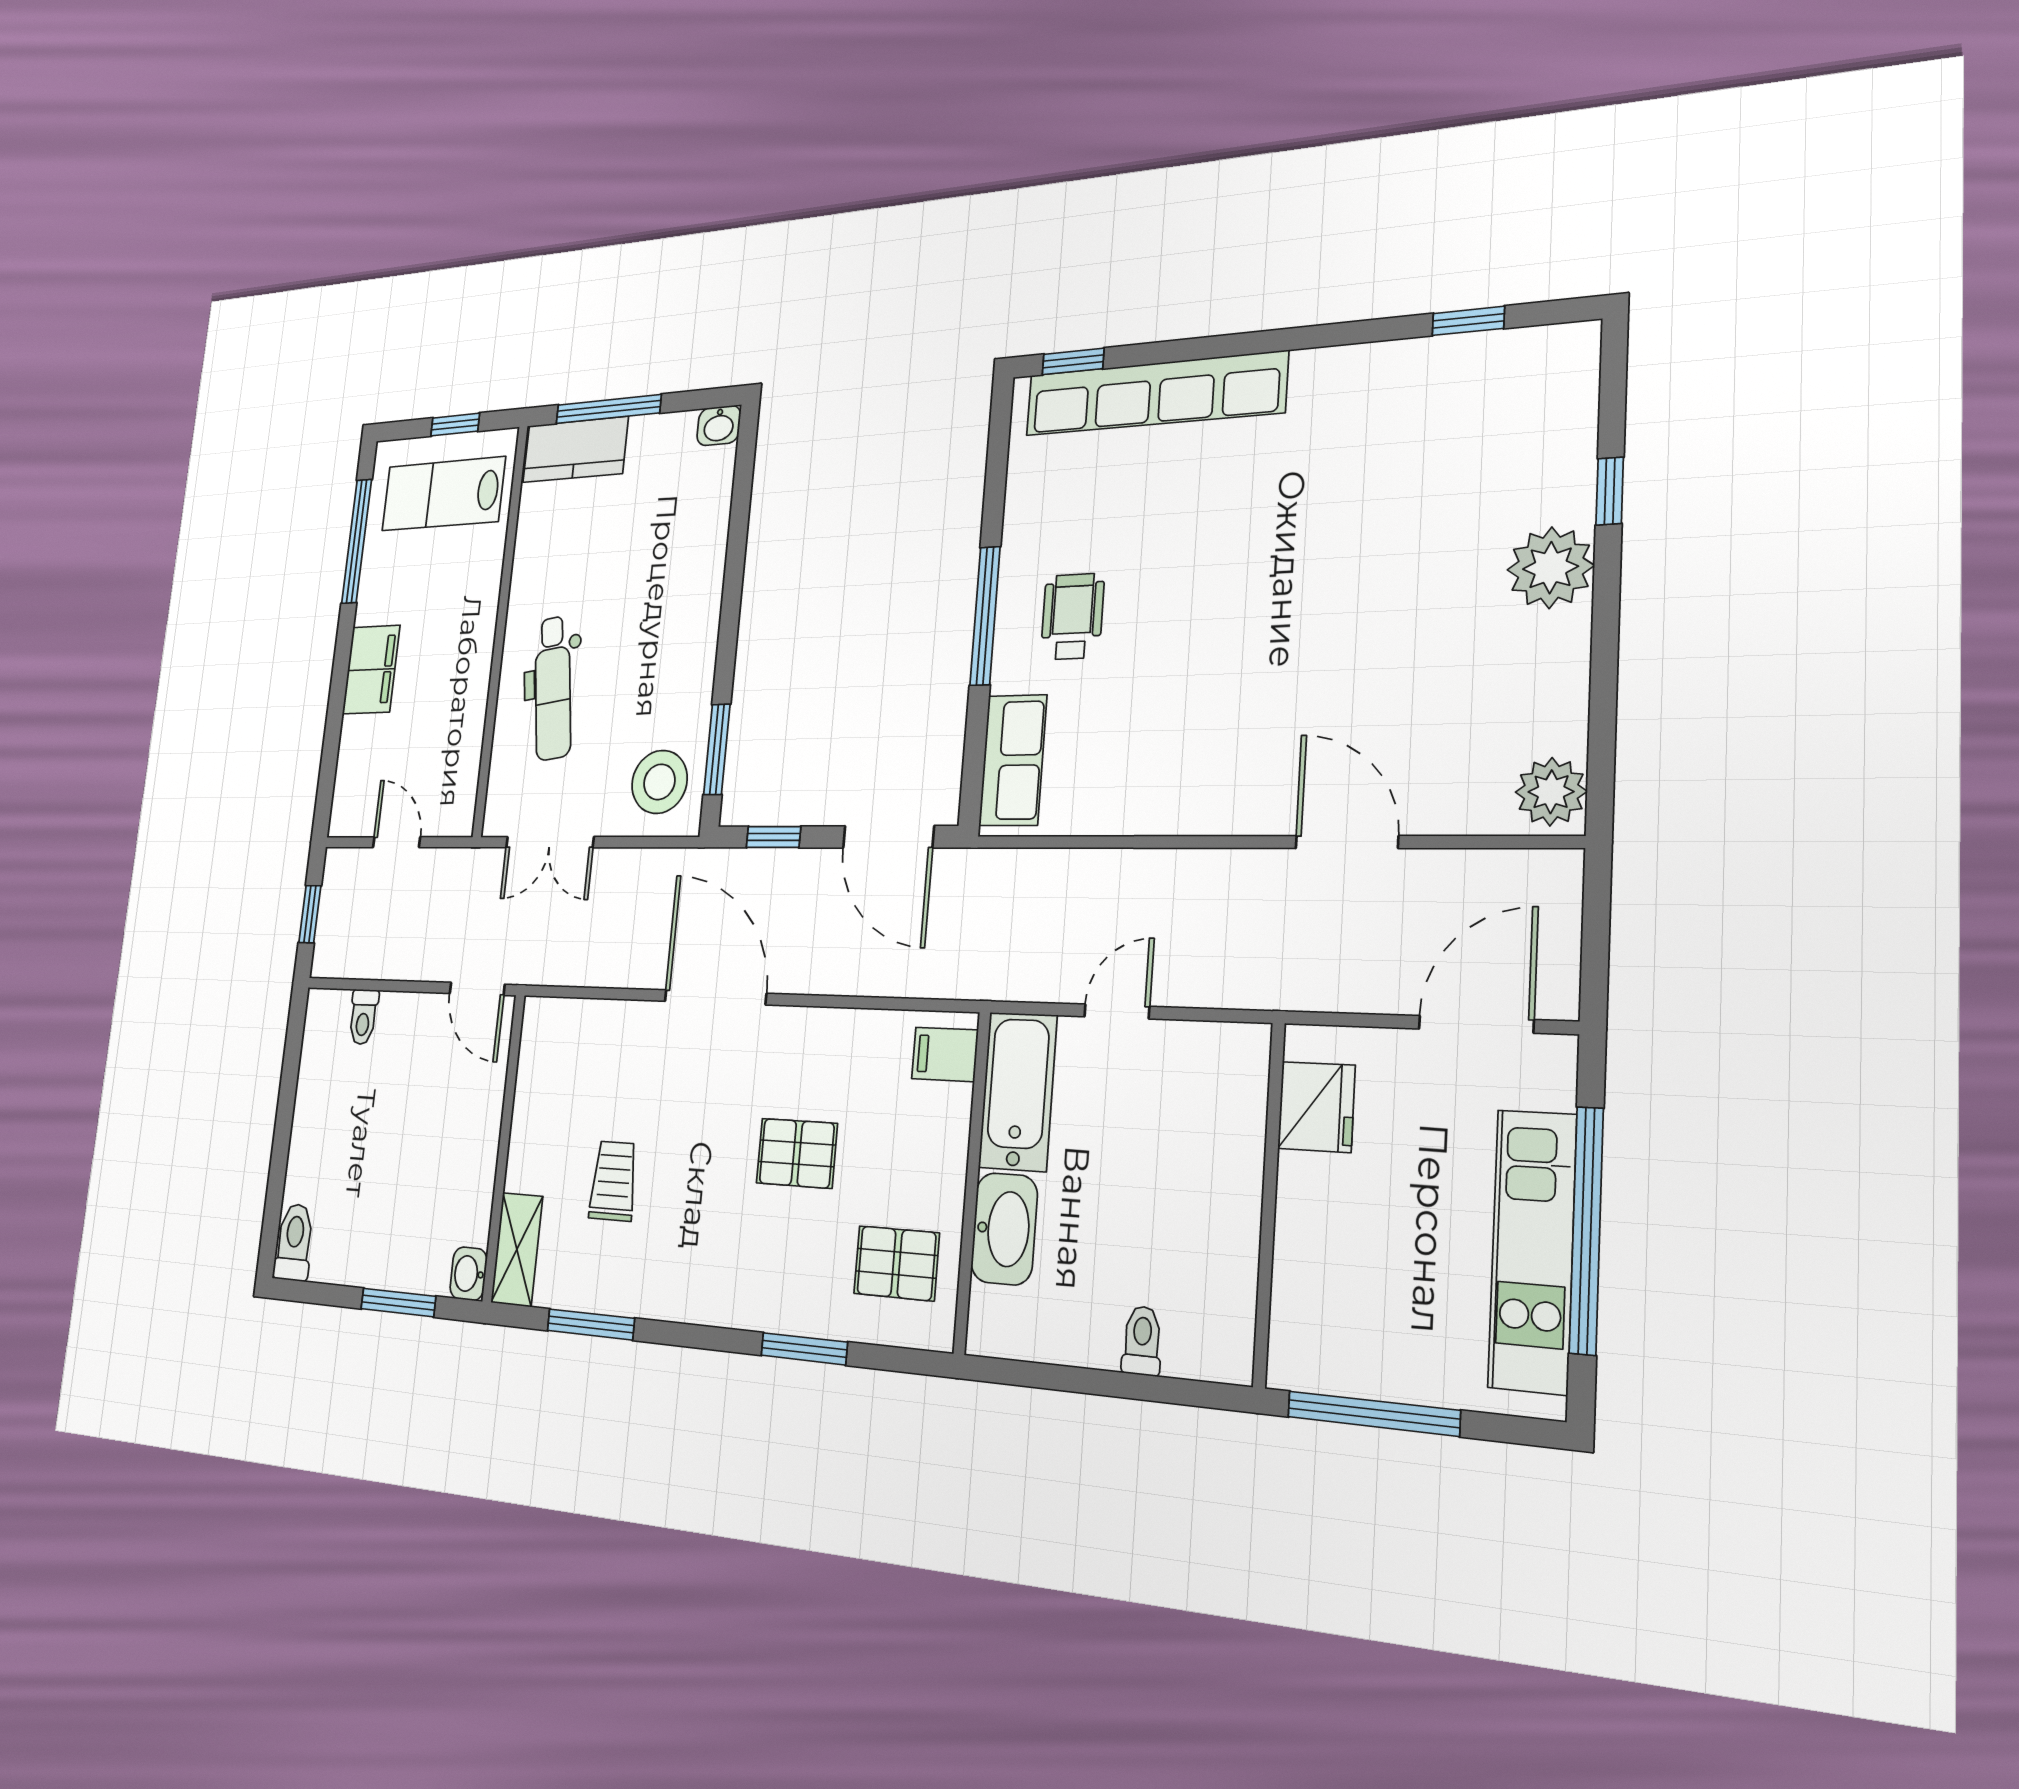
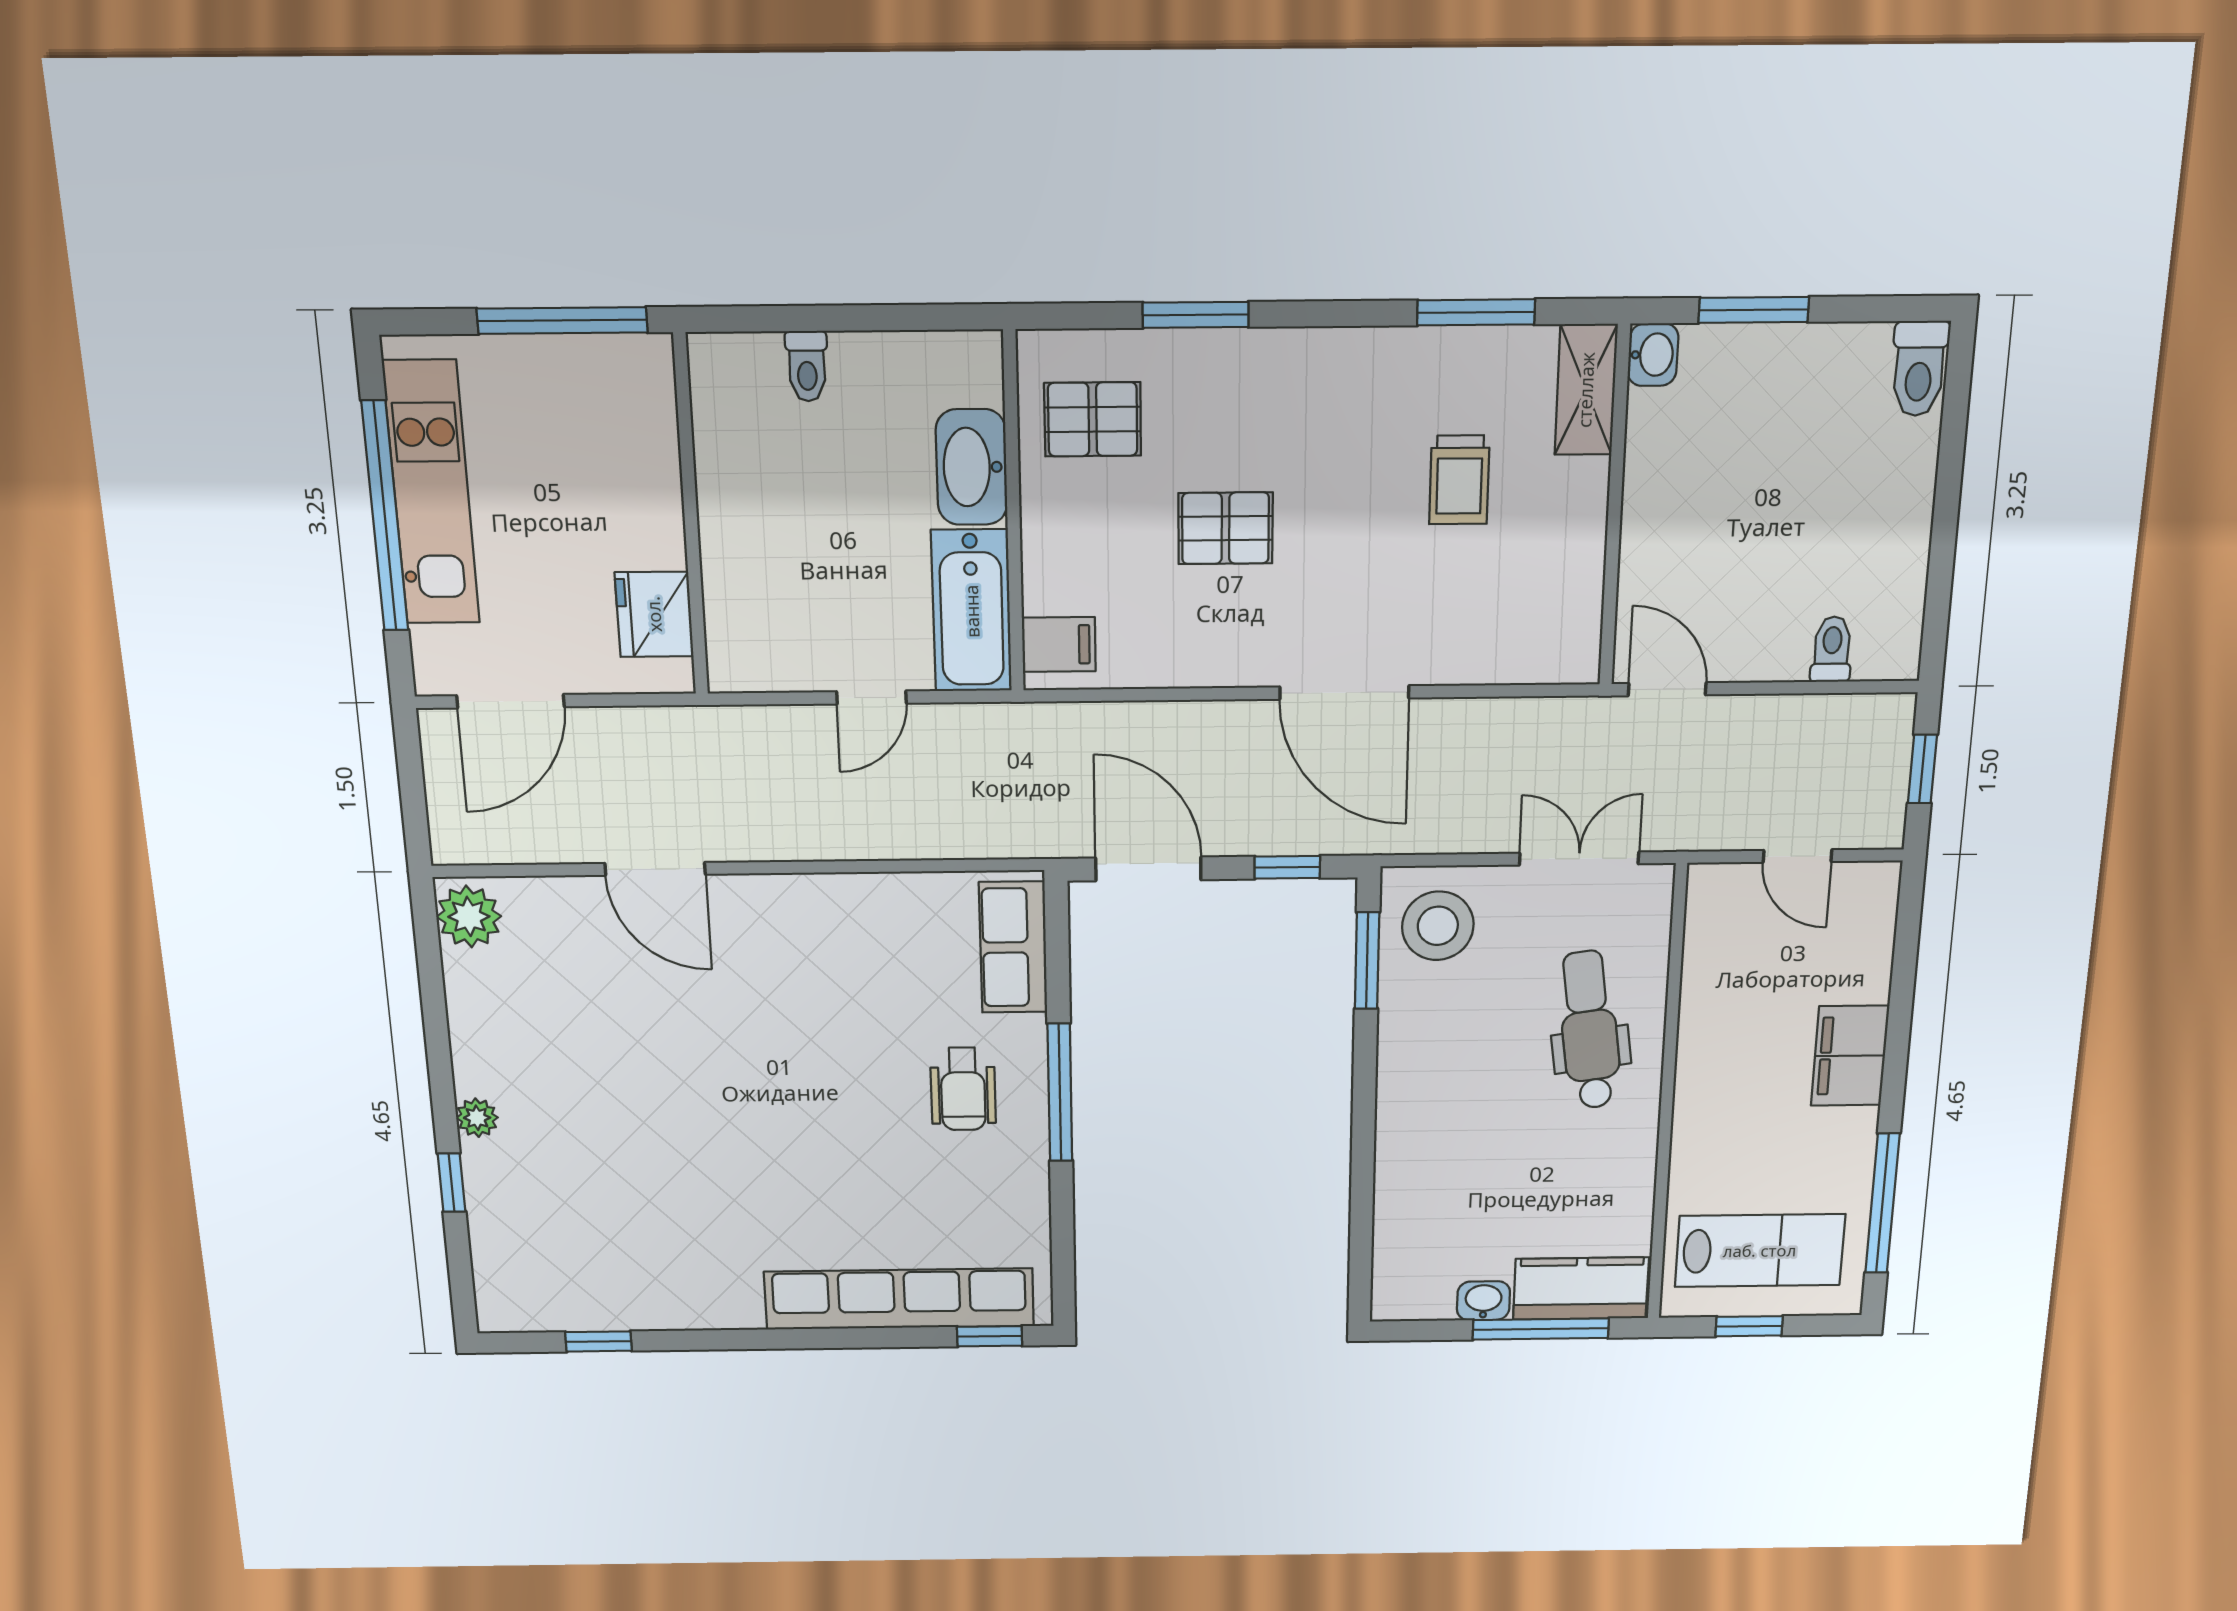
washbasin: (719, 426) -> (1483, 1301), moved
plant: (1551, 568) -> (477, 1118), width x0.53, depth x0.53

